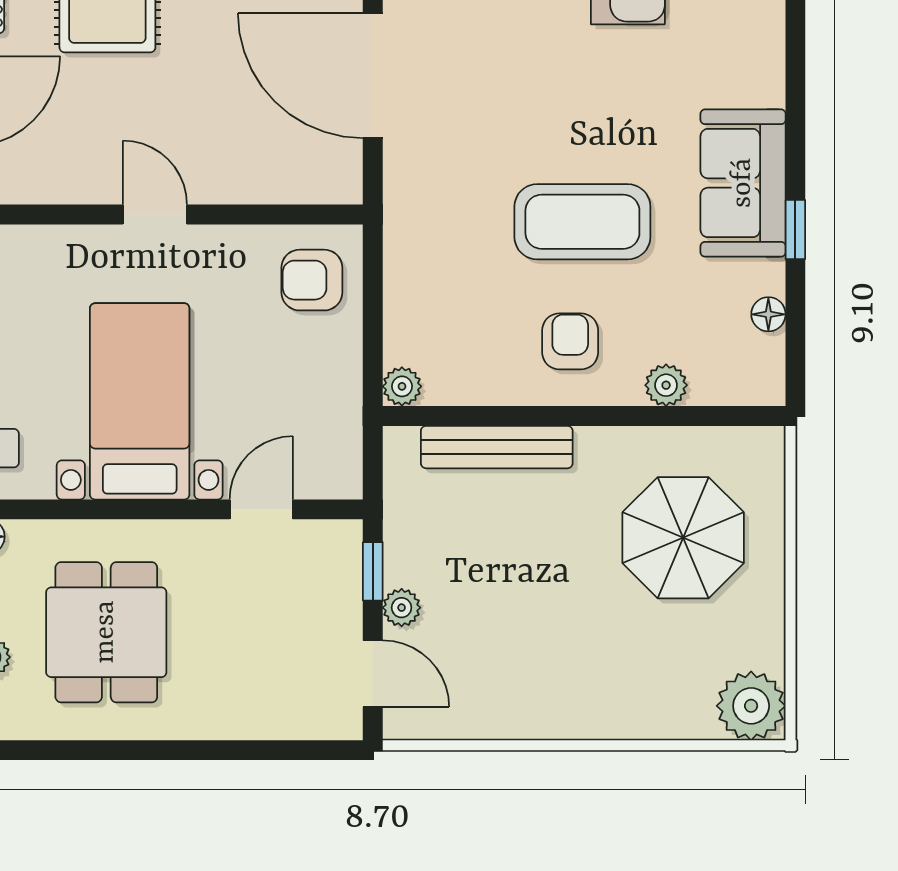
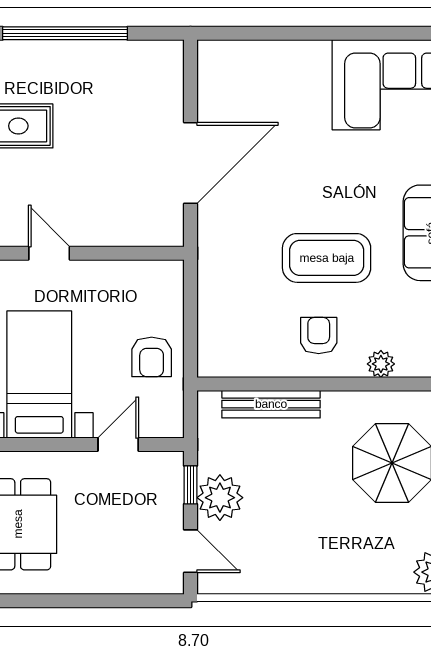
door: (373, 76) -> (191, 163), swing flipped
armchair: (312, 280) -> (152, 357), moved, turned -90
plant: (402, 386) -> (209, 365), removed
plant: (402, 608) -> (220, 498), width x1.88, depth x1.88

